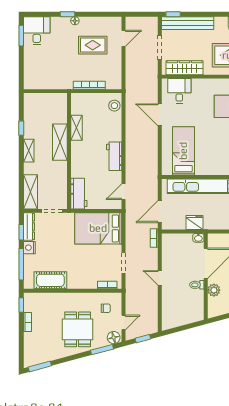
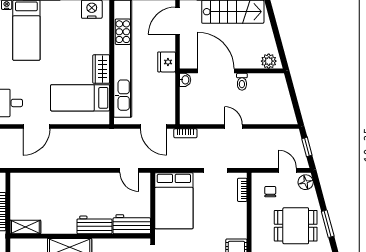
stool: (114, 106) -> (25, 181), removed
shelving: (76, 128) -> (25, 227), moved
workbench: (114, 156) -> (94, 225), moved, turned 180
wardrobe: (207, 168) -> (101, 69), added
fridge: (195, 222) -> (167, 62), moved
door: (160, 278) -> (233, 126), swing flipped
plant: (214, 290) -> (269, 61), moved
window: (102, 350) -> (328, 224), moved

